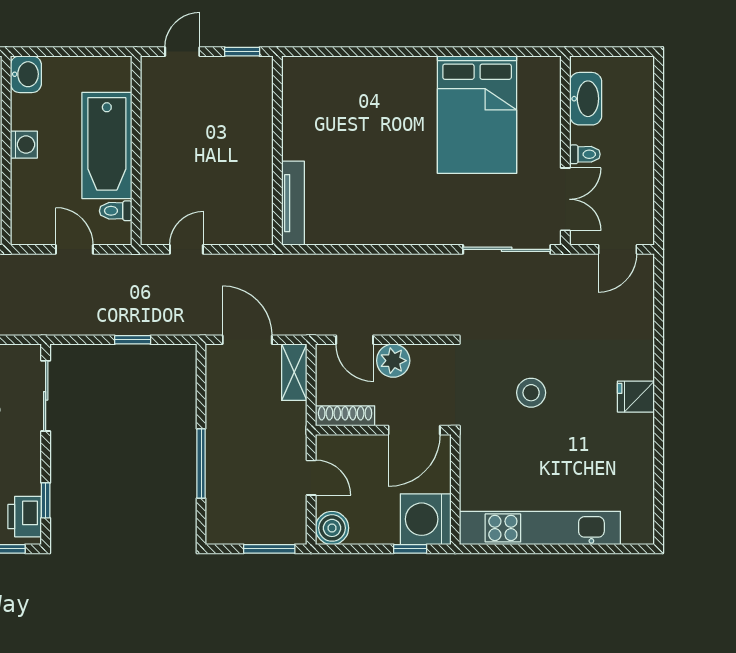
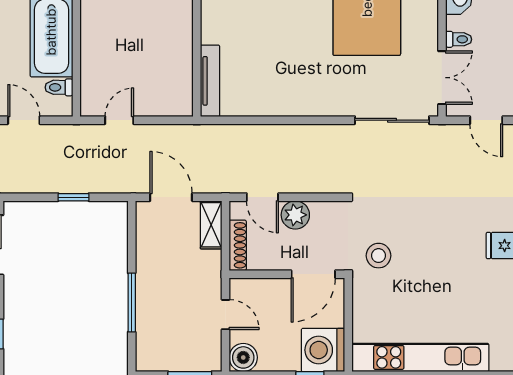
door: (617, 249) -> (486, 120), hinge flipped
stool: (531, 393) -> (379, 256), moved
shoe rack: (345, 416) -> (238, 245), moved, turned 90

